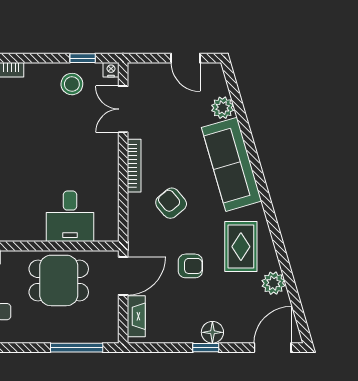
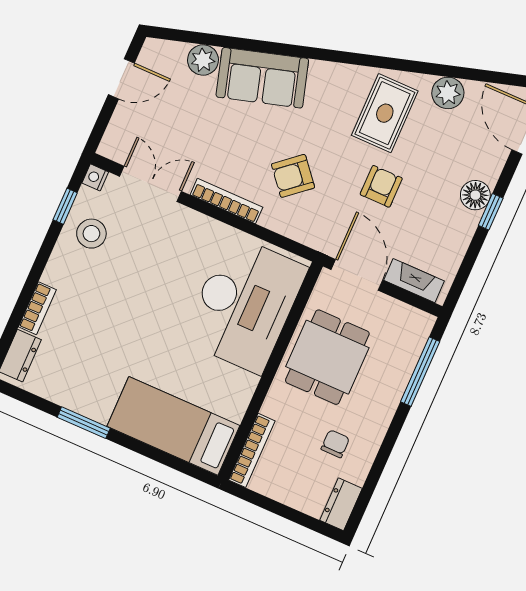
double door: (123, 109) -> (151, 184), swing flipped
sofa: (232, 164) -> (262, 78), width x0.73
desk: (70, 216) -> (245, 304), width x1.87, depth x1.30
rug: (241, 247) -> (385, 113), turned 90

